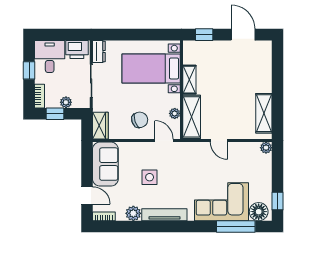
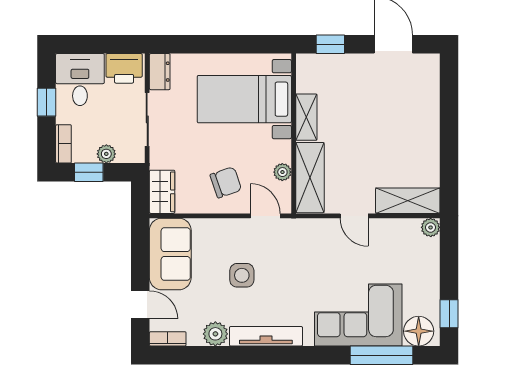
shelving: (264, 113) -> (408, 201), moved, turned 90

